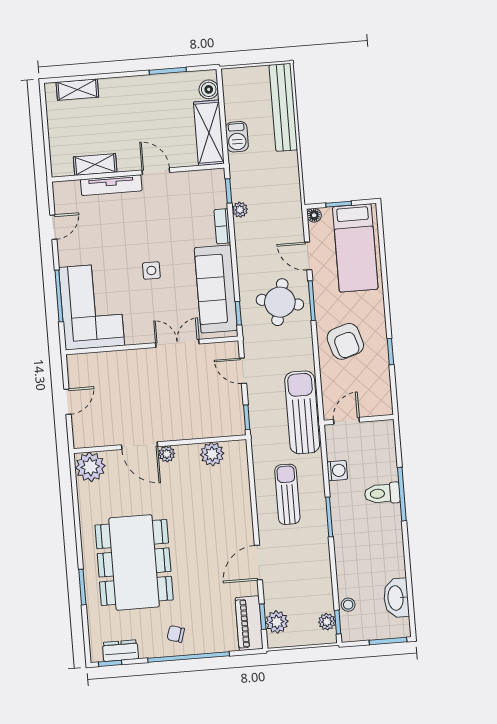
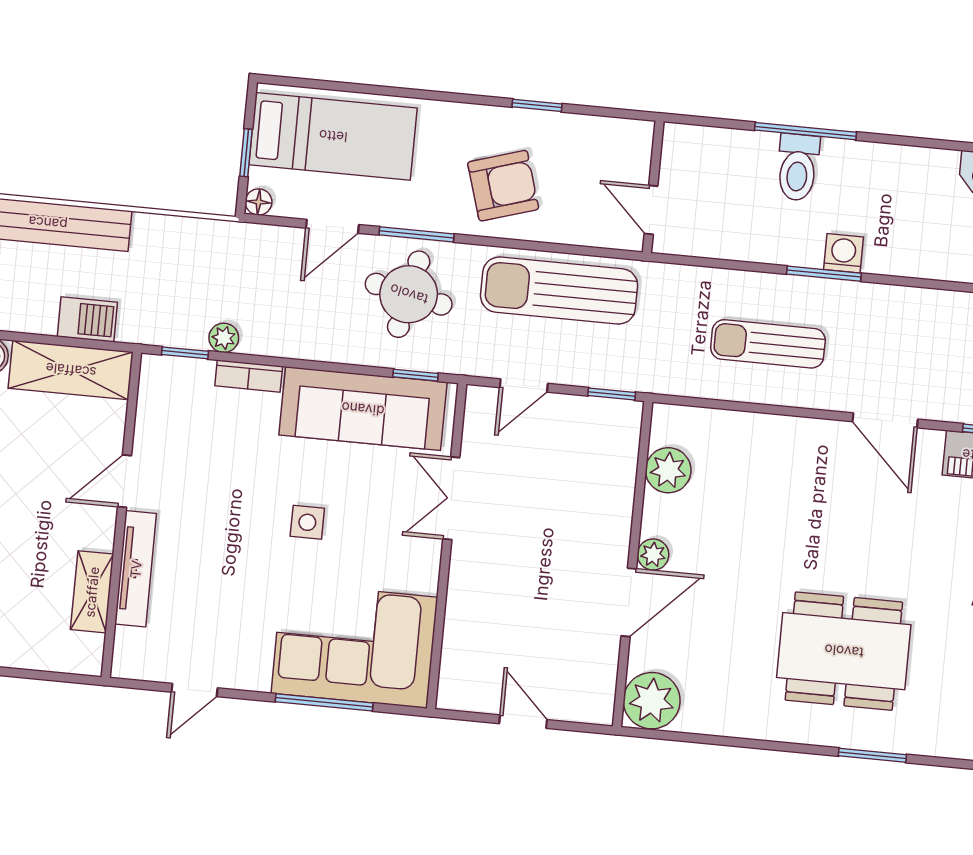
door: (53, 227) -> (194, 690), swing flipped
sun lounger: (302, 412) -> (559, 291), moved
washing machine: (337, 471) -> (843, 253), moved
dining table: (134, 562) -> (844, 651), width x0.73, depth x0.80

